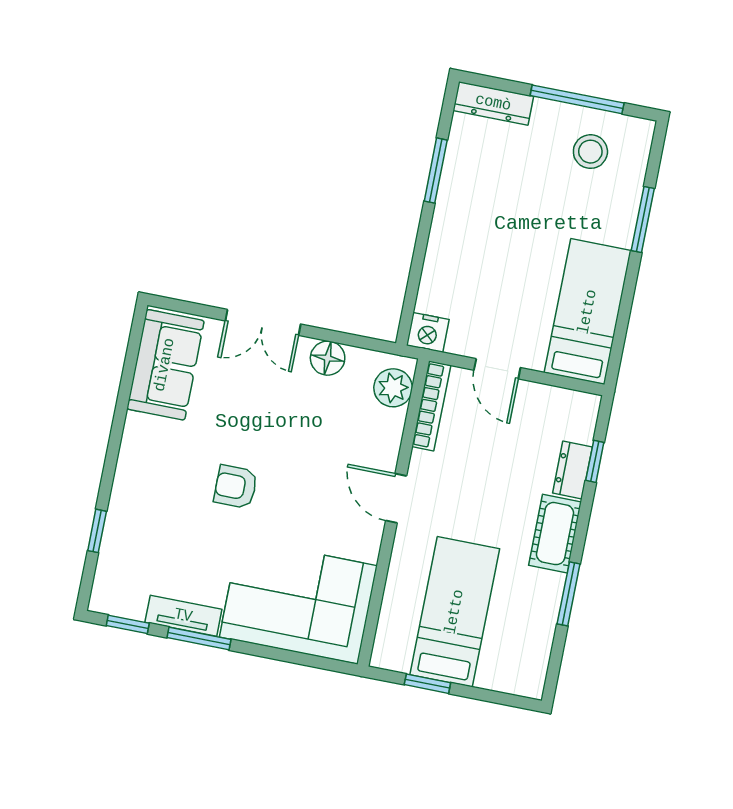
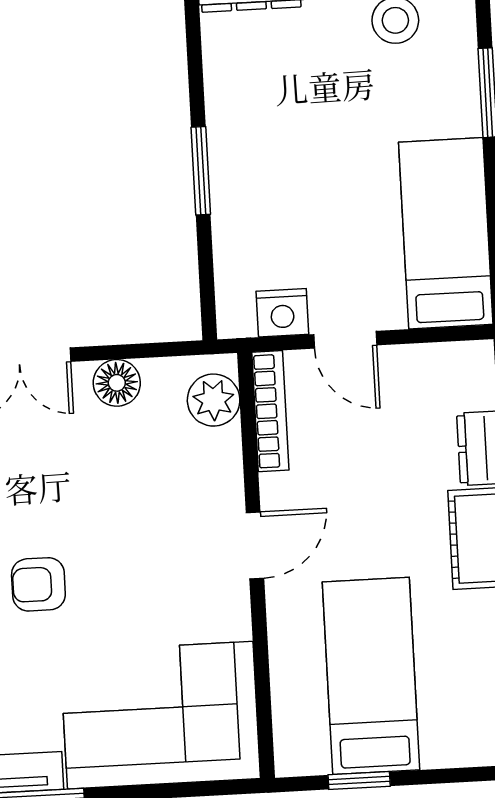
window: (436, 171) -> (201, 171), moved
nightstand: (428, 332) -> (282, 313), moved
door: (396, 498) -> (255, 545), swing flipped

